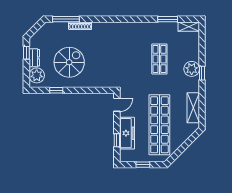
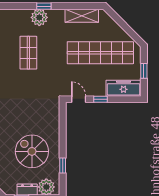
shop shelf: (159, 59) -> (28, 53), turned 90
freezer: (127, 133) -> (124, 88), moved
window: (117, 140) -> (100, 99), moved

